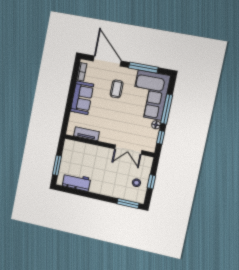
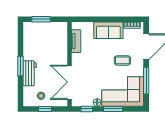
window: (167, 109) -> (113, 109), width x0.69
double door: (128, 150) -> (70, 82), width x1.37
workbench: (76, 182) -> (30, 73), moved
window: (128, 203) -> (20, 66), moved

